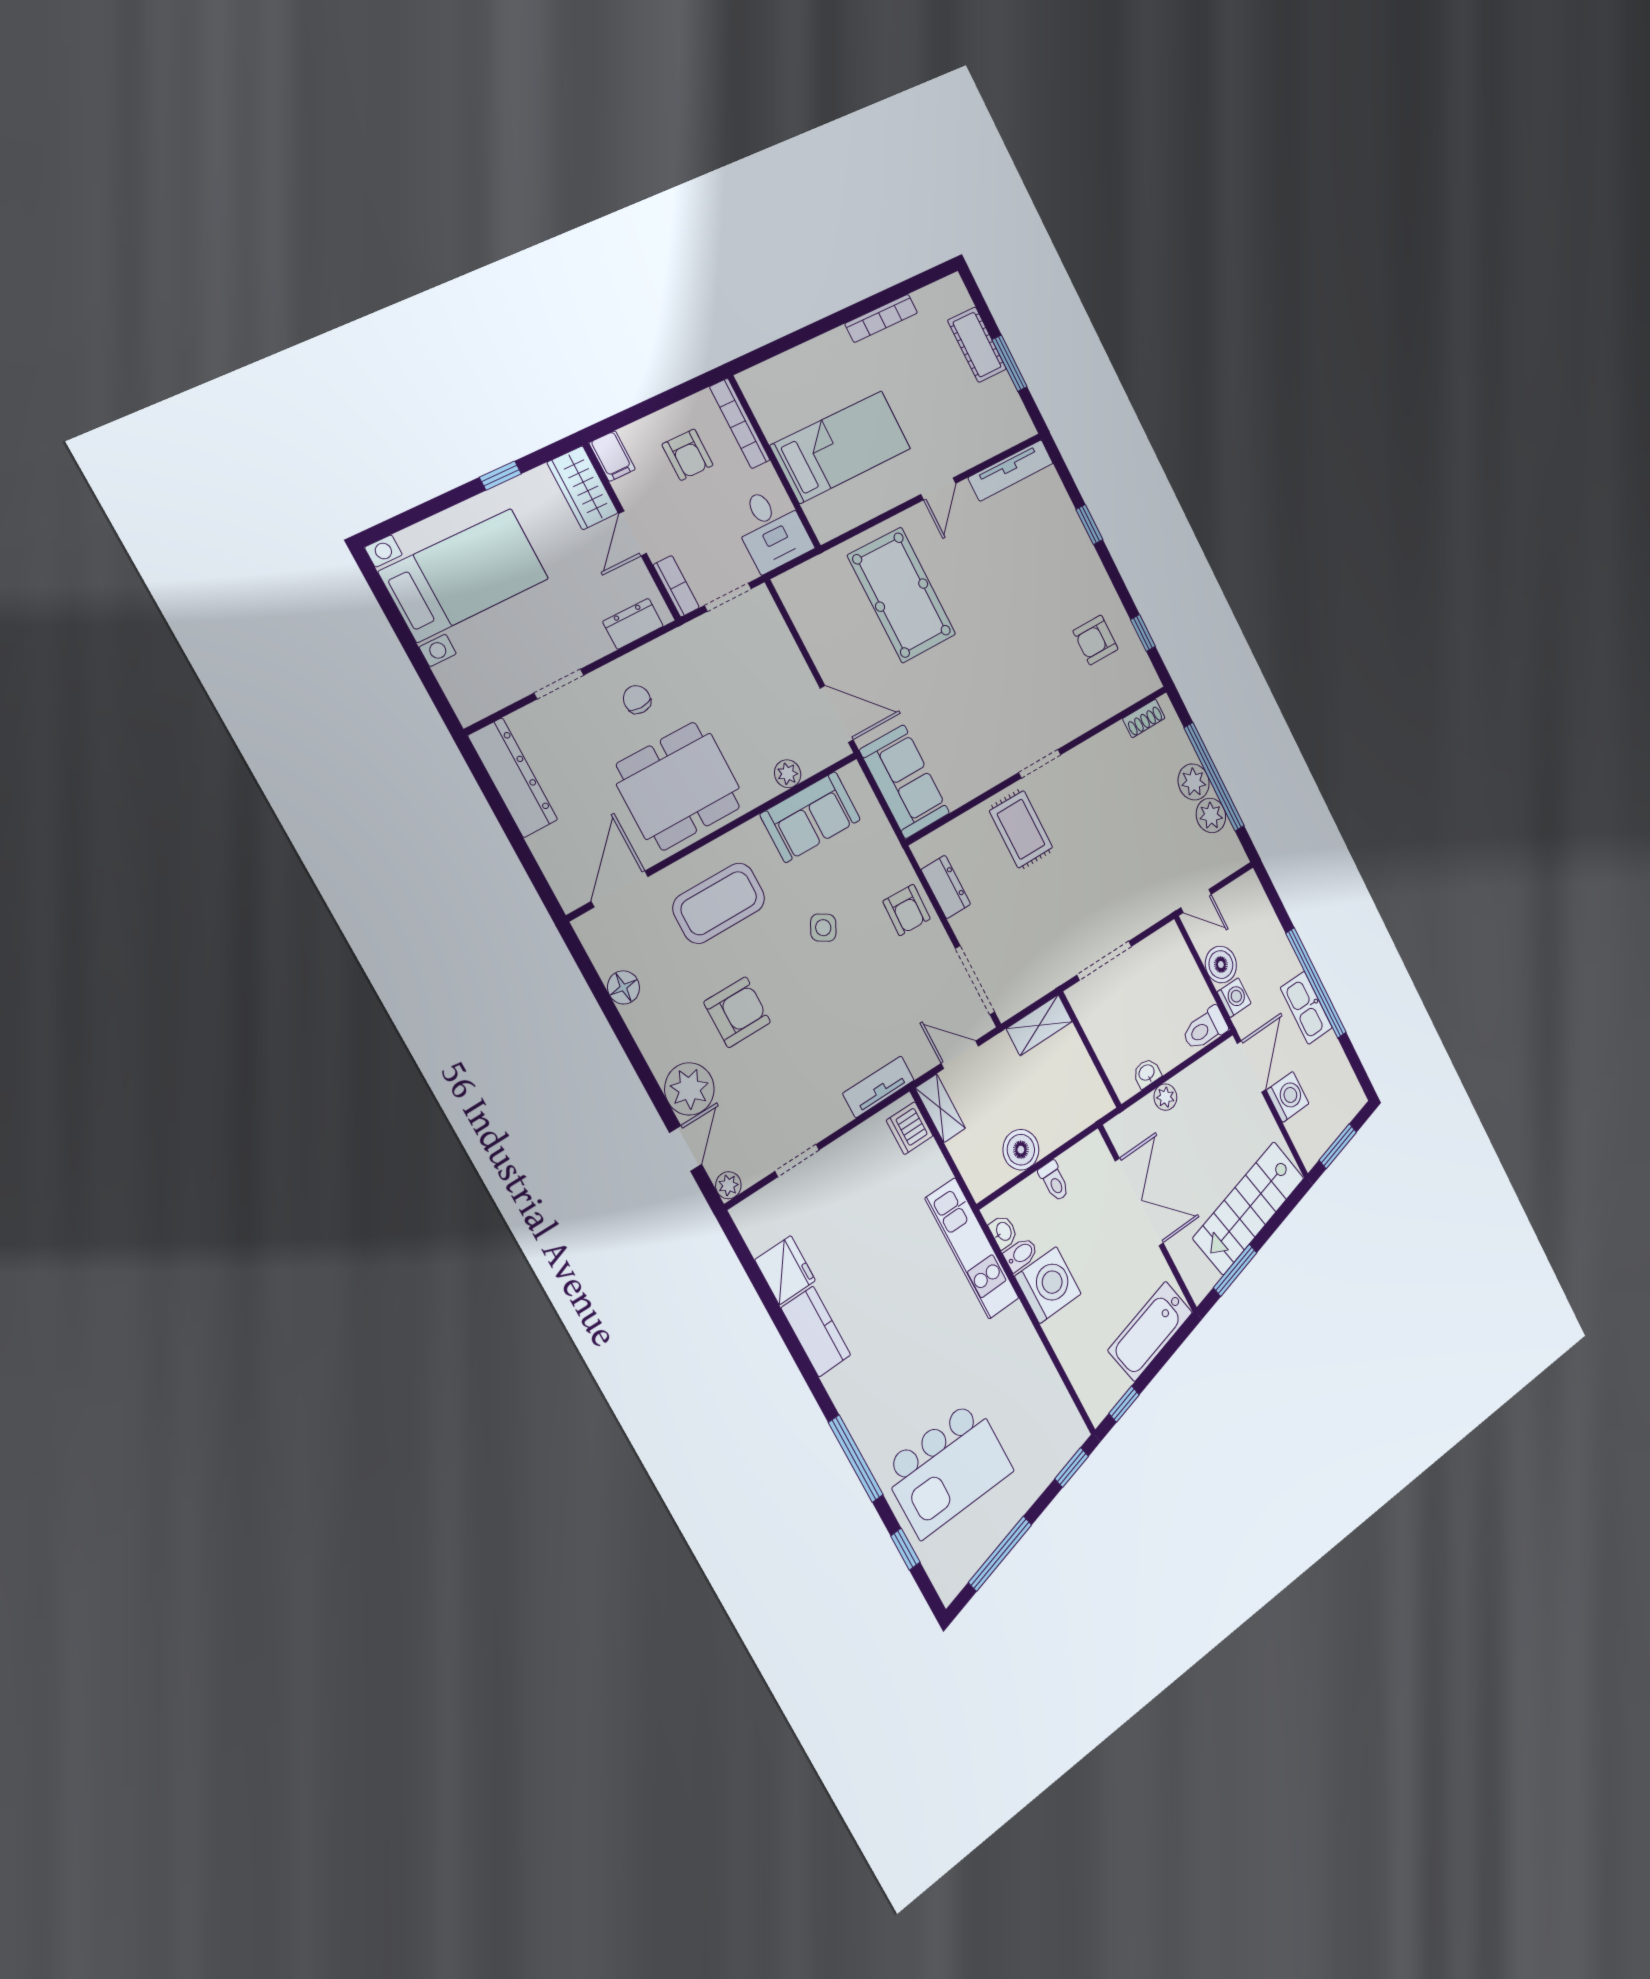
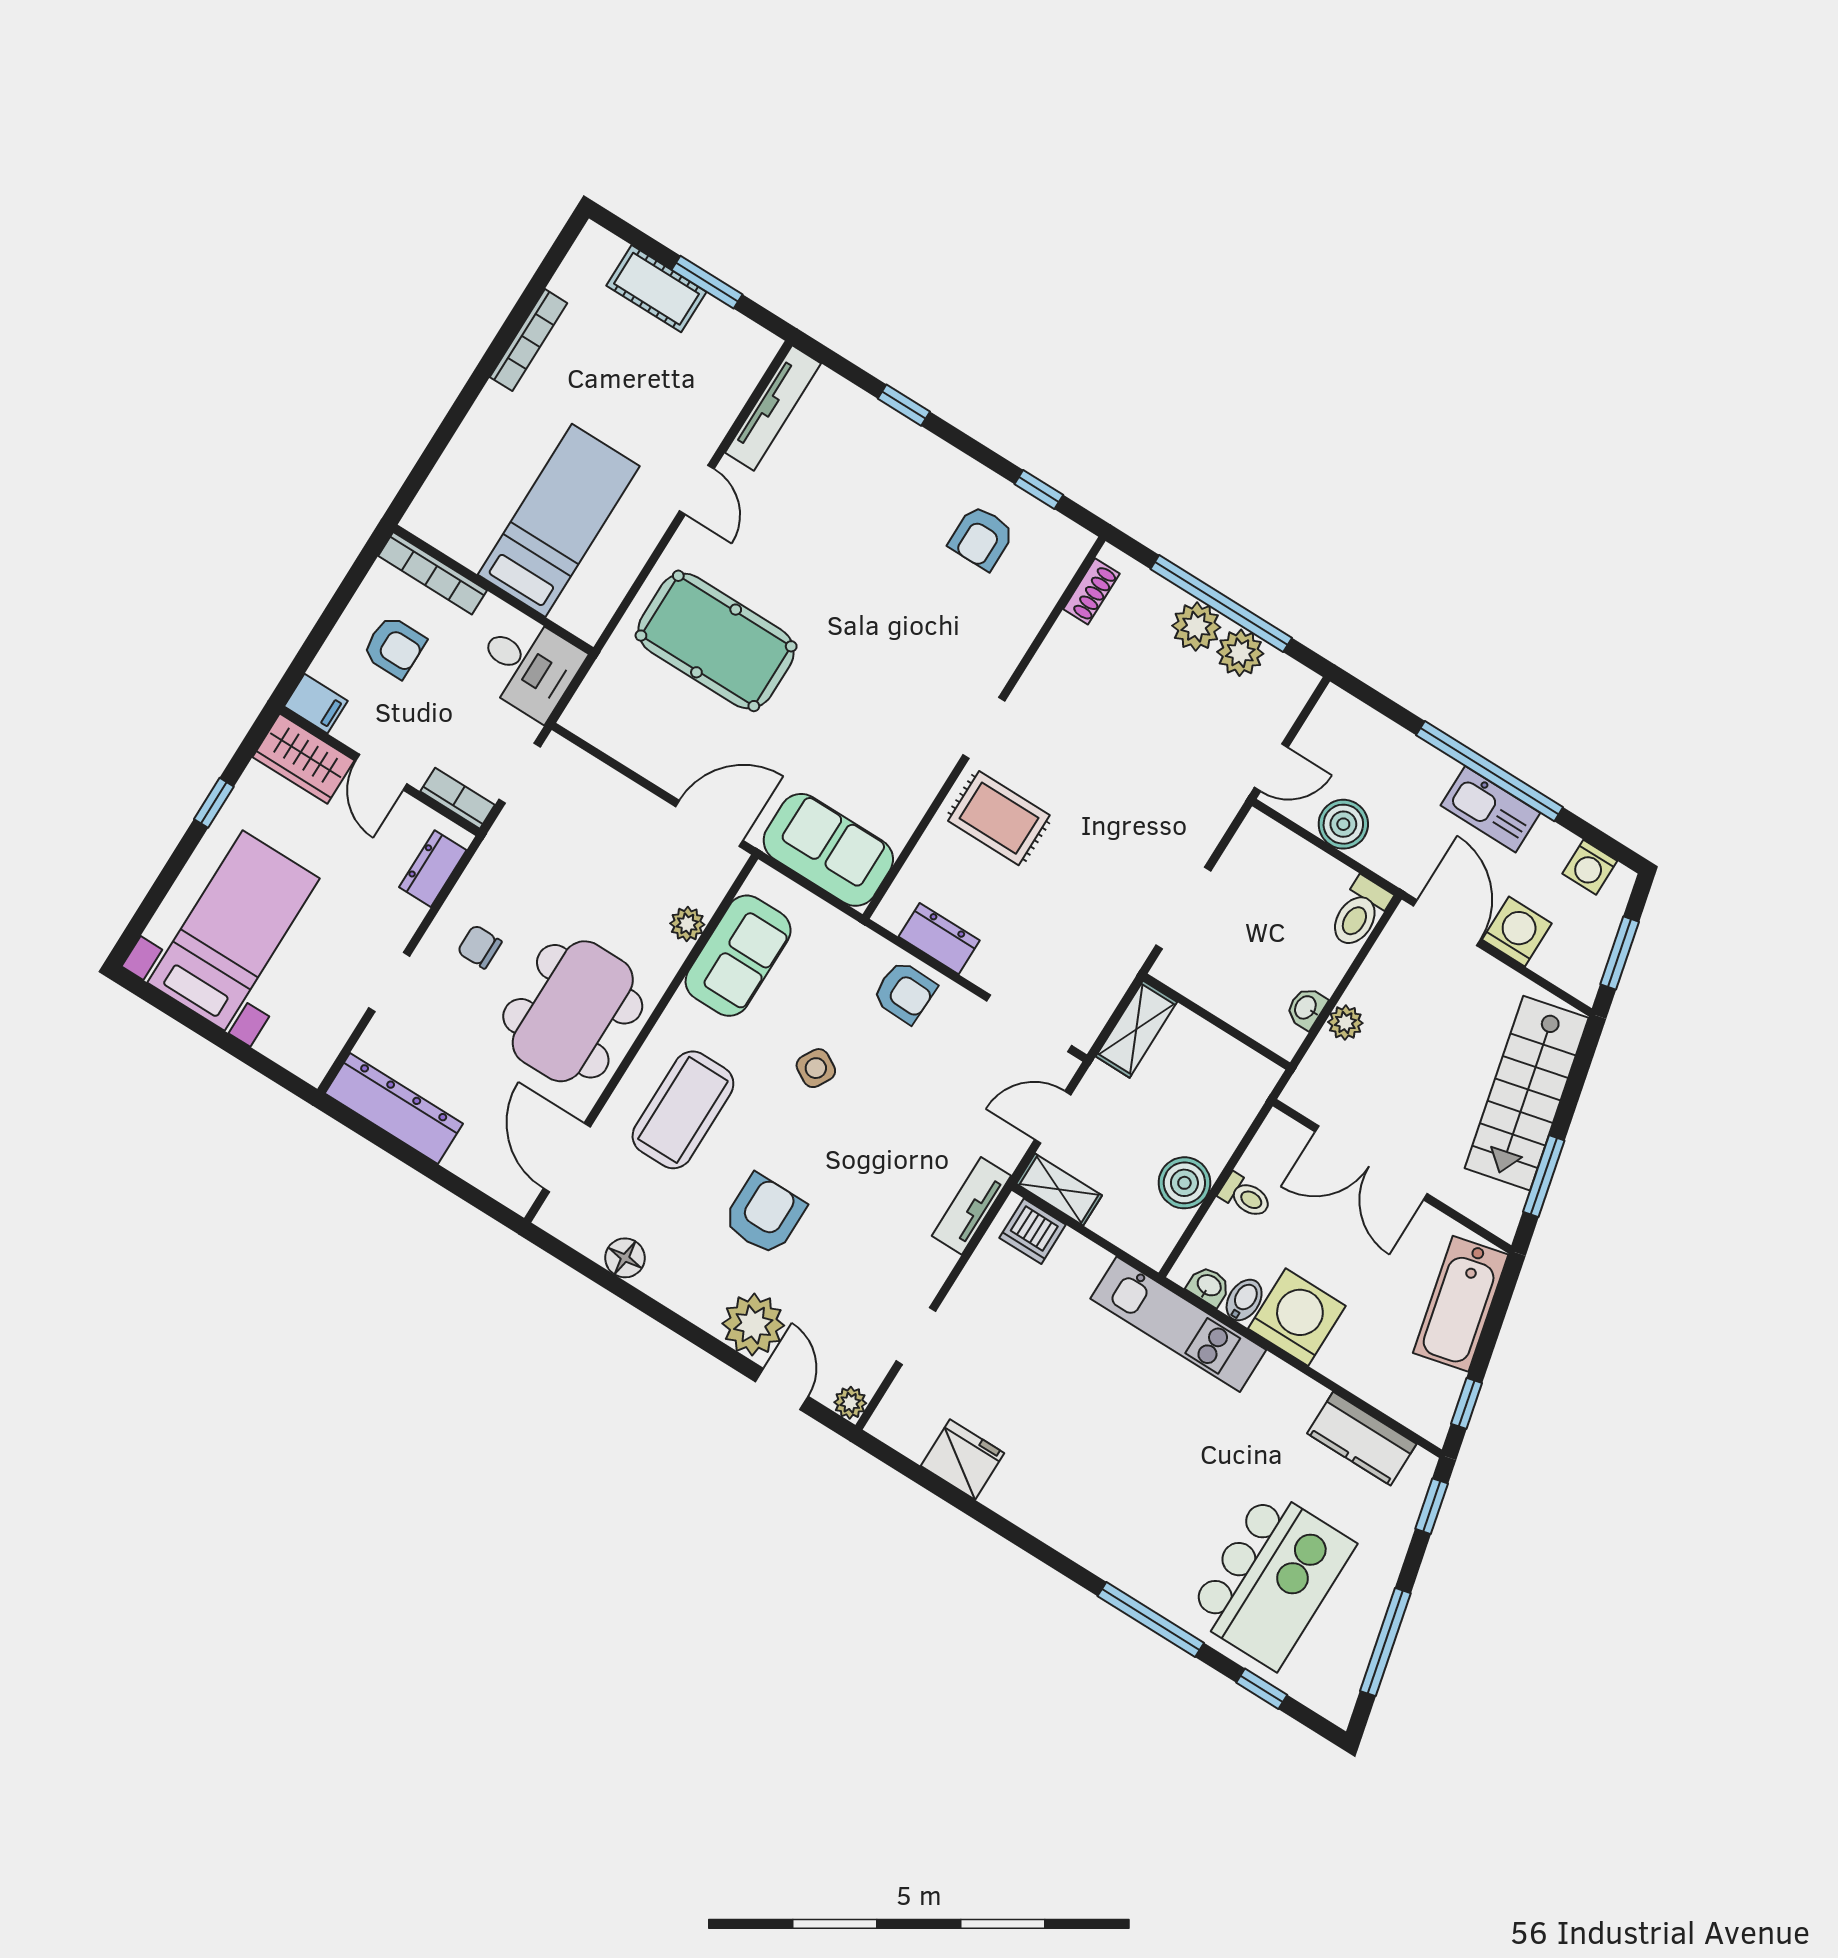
washing machine: (1234, 998) -> (1590, 867), moved, turned 180
double door: (1139, 1202) -> (1371, 1163), swing flipped
kitchen counter: (816, 1332) -> (1362, 1439), moved, turned 180

